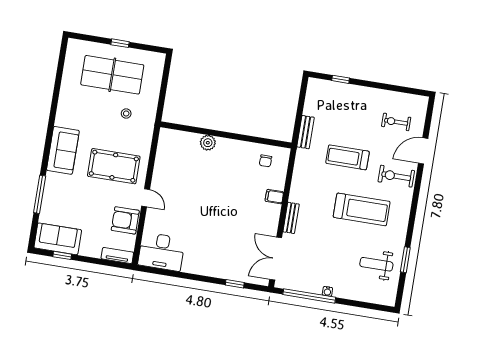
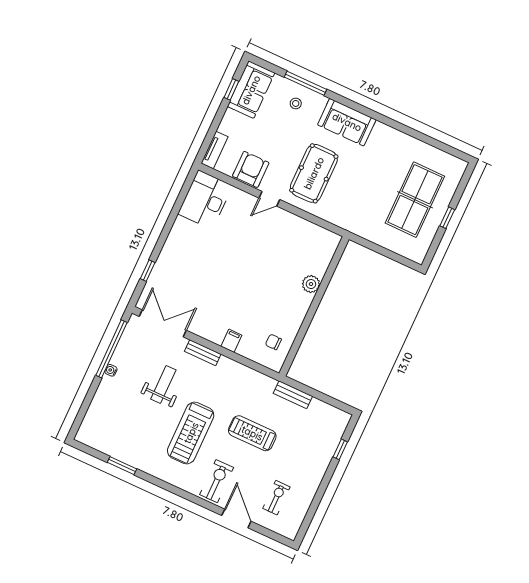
stool: (126, 114) -> (296, 103), moved
treadmill: (347, 157) -> (252, 433), turned -90
weight bench: (376, 264) -> (163, 385), moved

